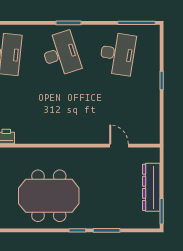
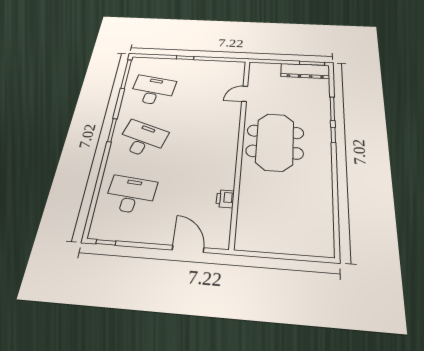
desk: (61, 54) -> (142, 139), turned 36
dresser: (151, 187) -> (305, 71), moved
meeting table: (49, 196) -> (275, 142), moved

